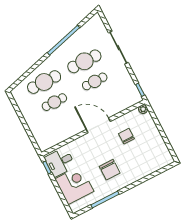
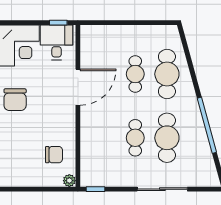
door: (98, 125) -> (78, 87), moved
chair: (126, 136) -> (54, 155), moved
chair: (110, 170) -> (15, 100), turned -90

